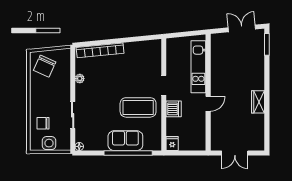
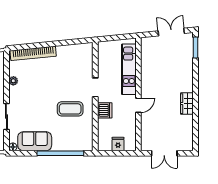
coffee table: (138, 107) -> (70, 109), width x0.73, depth x0.76
sofa: (125, 141) -> (35, 141), moved
fridge: (172, 143) -> (118, 144), moved

